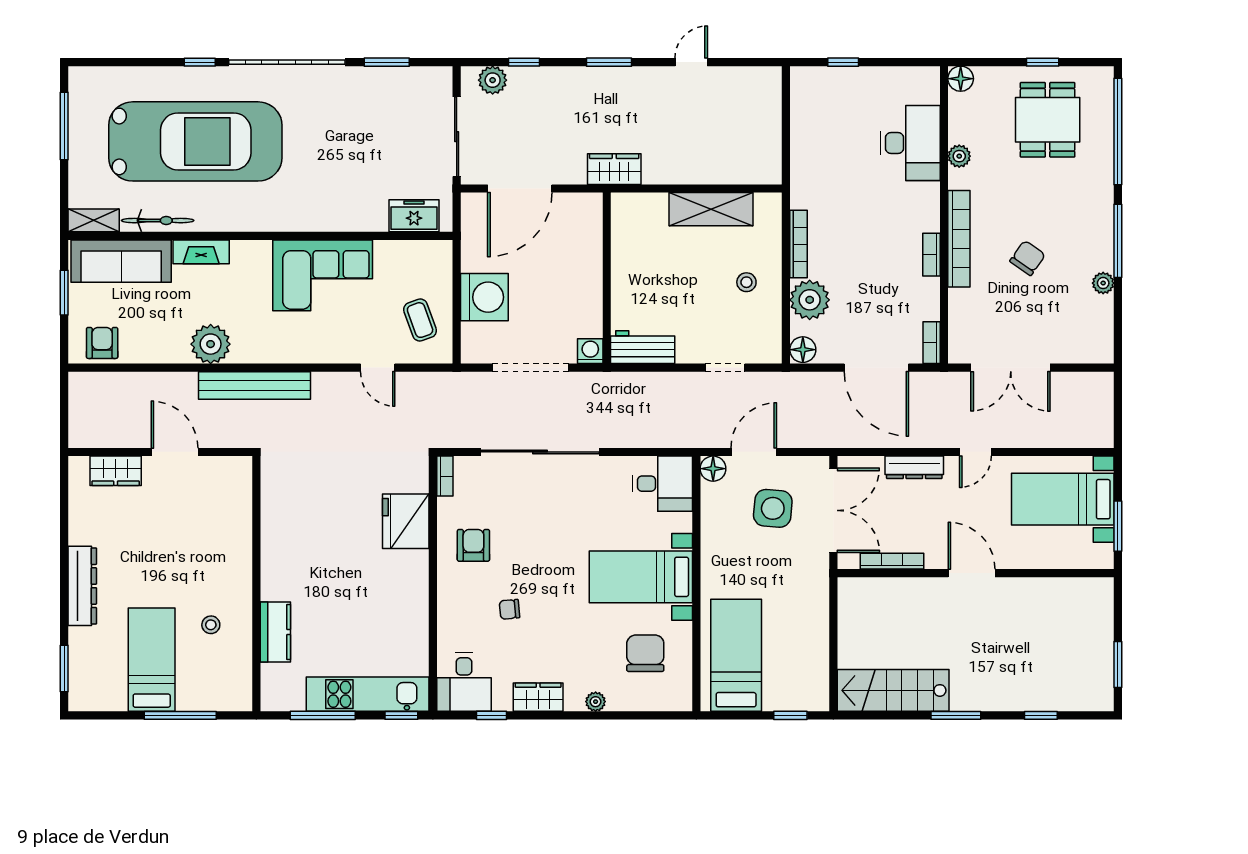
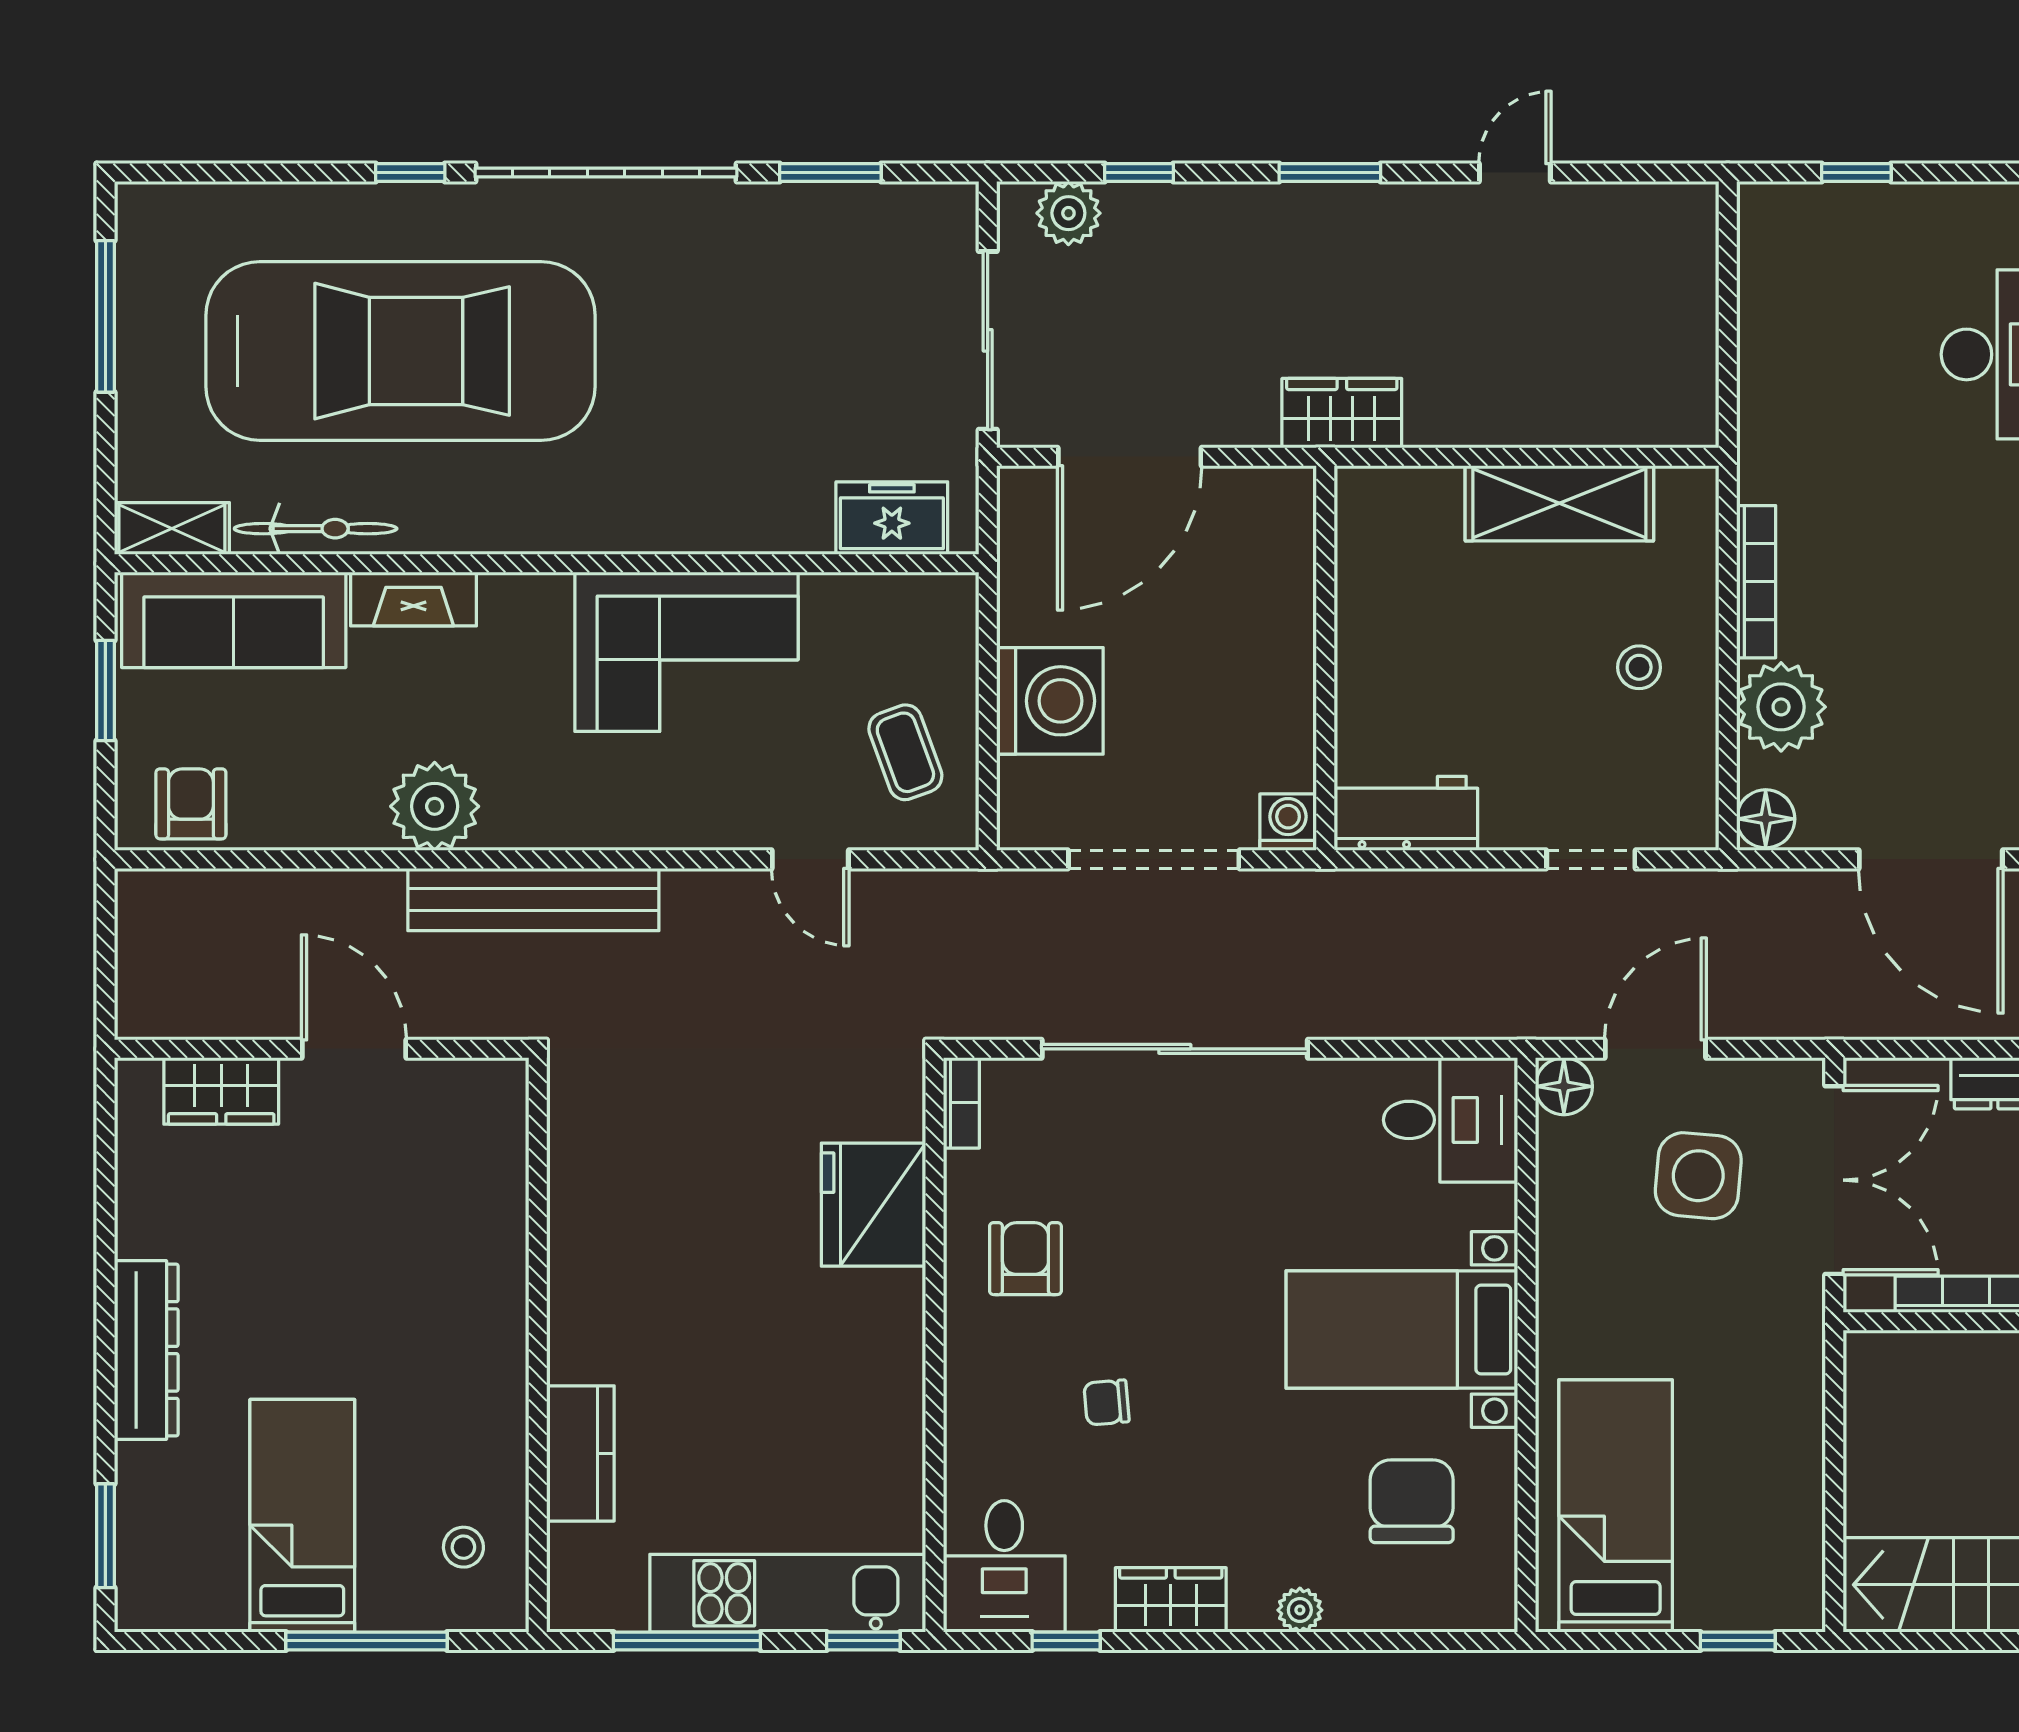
stool: (211, 625) -> (463, 1547), moved

